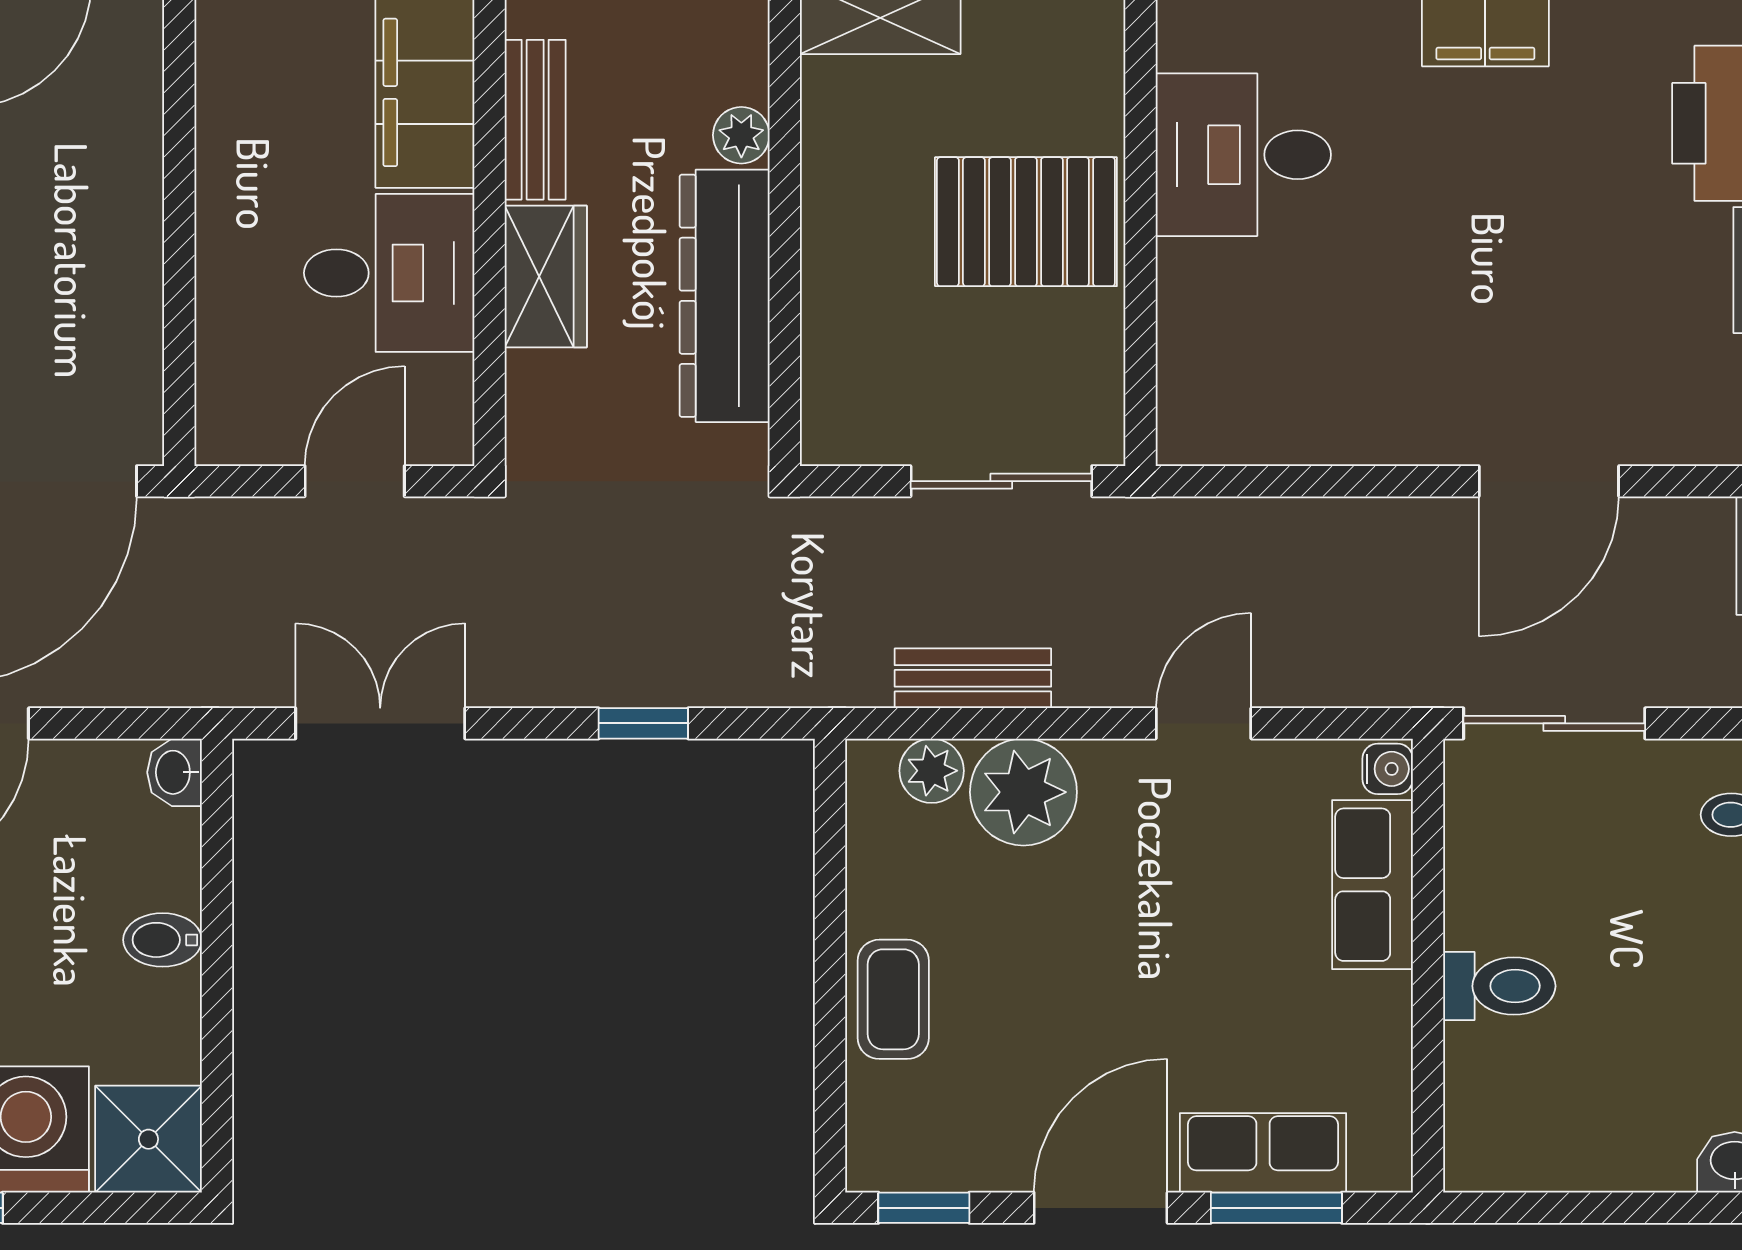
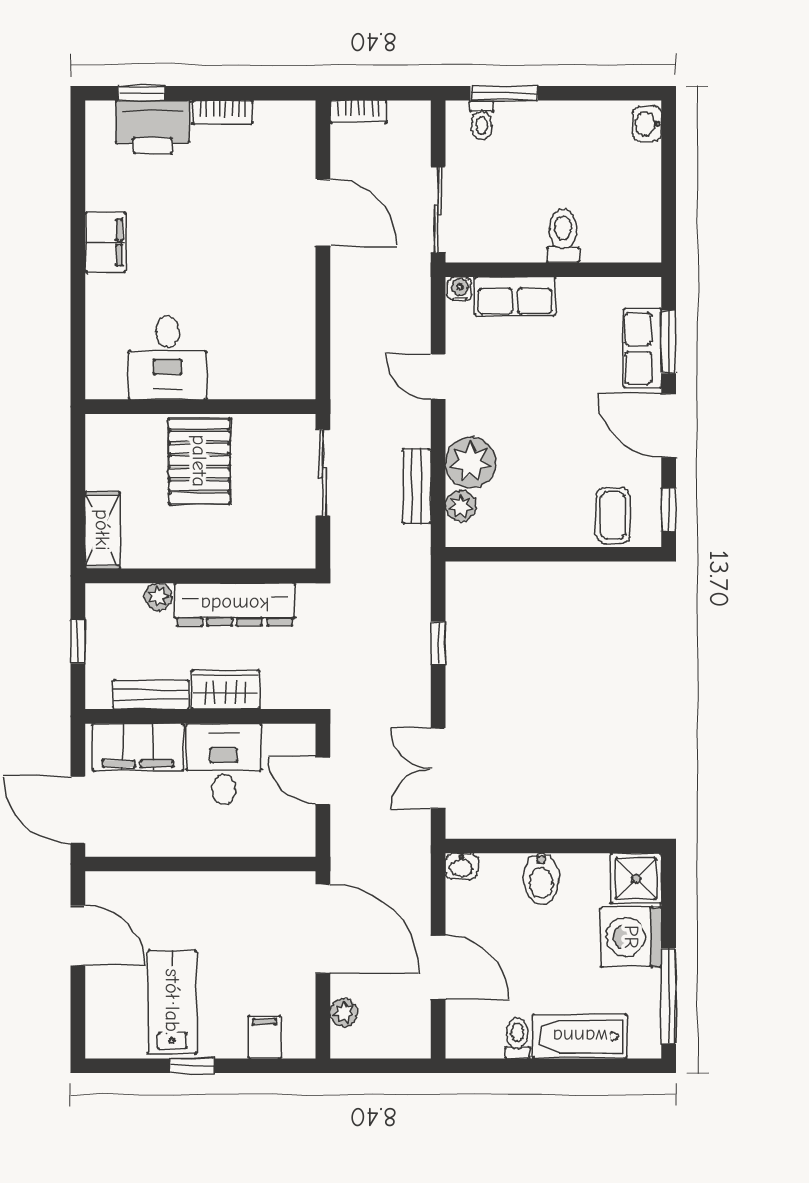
bidet: (163, 940) -> (541, 879), width x1.38, depth x1.36
coffee table: (893, 999) -> (613, 515), moved, turned 90

